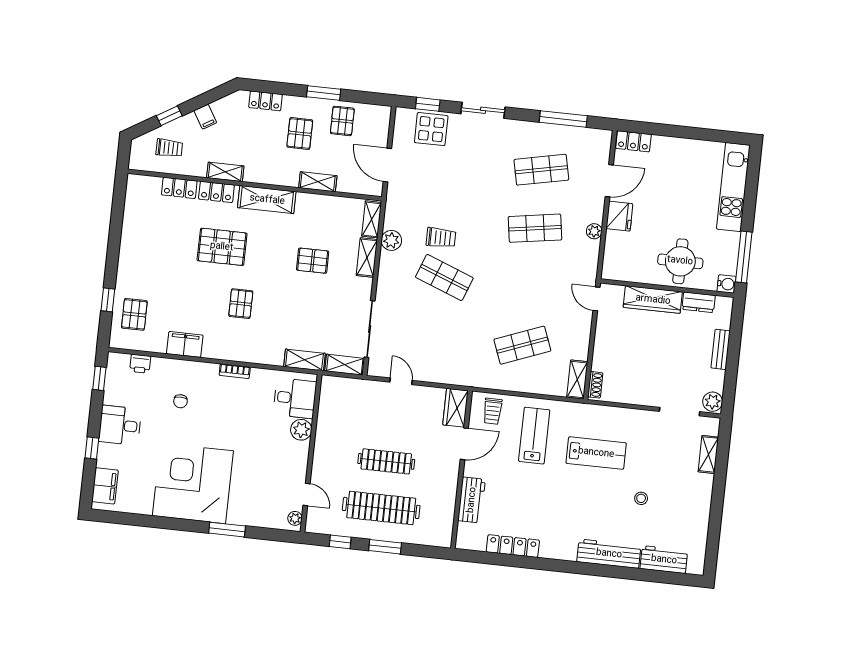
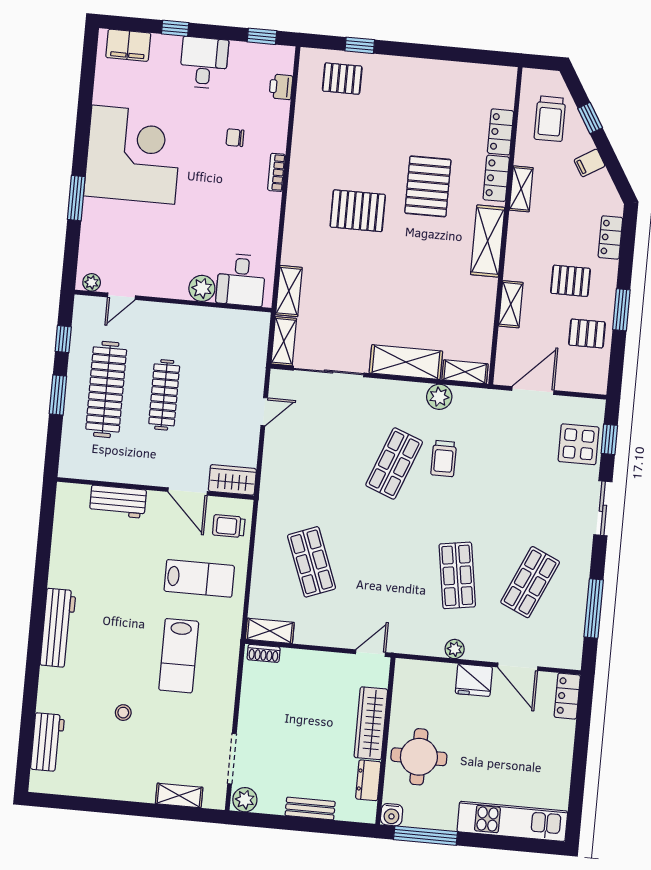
trolley: (169, 148) -> (550, 119), width x1.36, depth x1.39
shop shelf: (541, 170) -> (530, 582), turned 36
shelving: (367, 258) -> (406, 362), width x1.50, depth x1.33
pallet: (313, 261) -> (413, 299), removed
pallet: (241, 304) -> (358, 211), width x1.50, depth x1.42
filing cabinet: (185, 344) -> (306, 142), removed
bookcase: (235, 371) -> (277, 172), moved
locker: (513, 546) -> (61, 554), removed
workbench: (609, 554) -> (58, 628), moved

